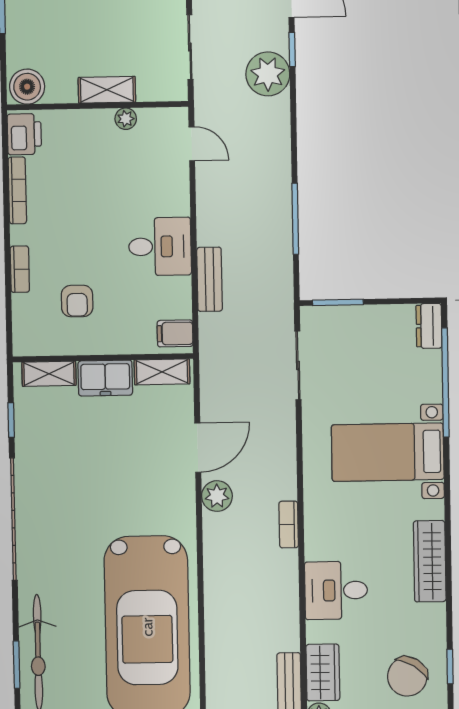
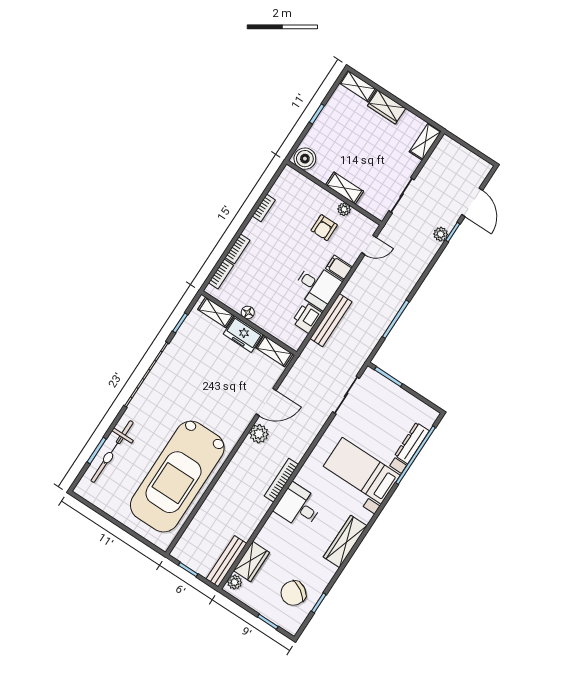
plant: (268, 74) -> (441, 234), width x0.53, depth x0.53
printer: (24, 134) -> (307, 318), moved, turned 180
door: (192, 144) -> (369, 245), hinge flipped
bookcase: (17, 190) -> (264, 208), width x0.64
bench: (210, 279) -> (331, 320), width x1.36
armchair: (77, 301) -> (324, 228), moved
bookcase: (21, 318) -> (221, 274), added
dresser: (429, 326) -> (412, 443), moved, width x1.44
filing cabinet: (175, 333) -> (339, 268), moved
floor lamp: (92, 345) -> (248, 312), added
bookcase: (289, 524) -> (281, 480), width x1.56
desk: (336, 590) -> (298, 506), moved

